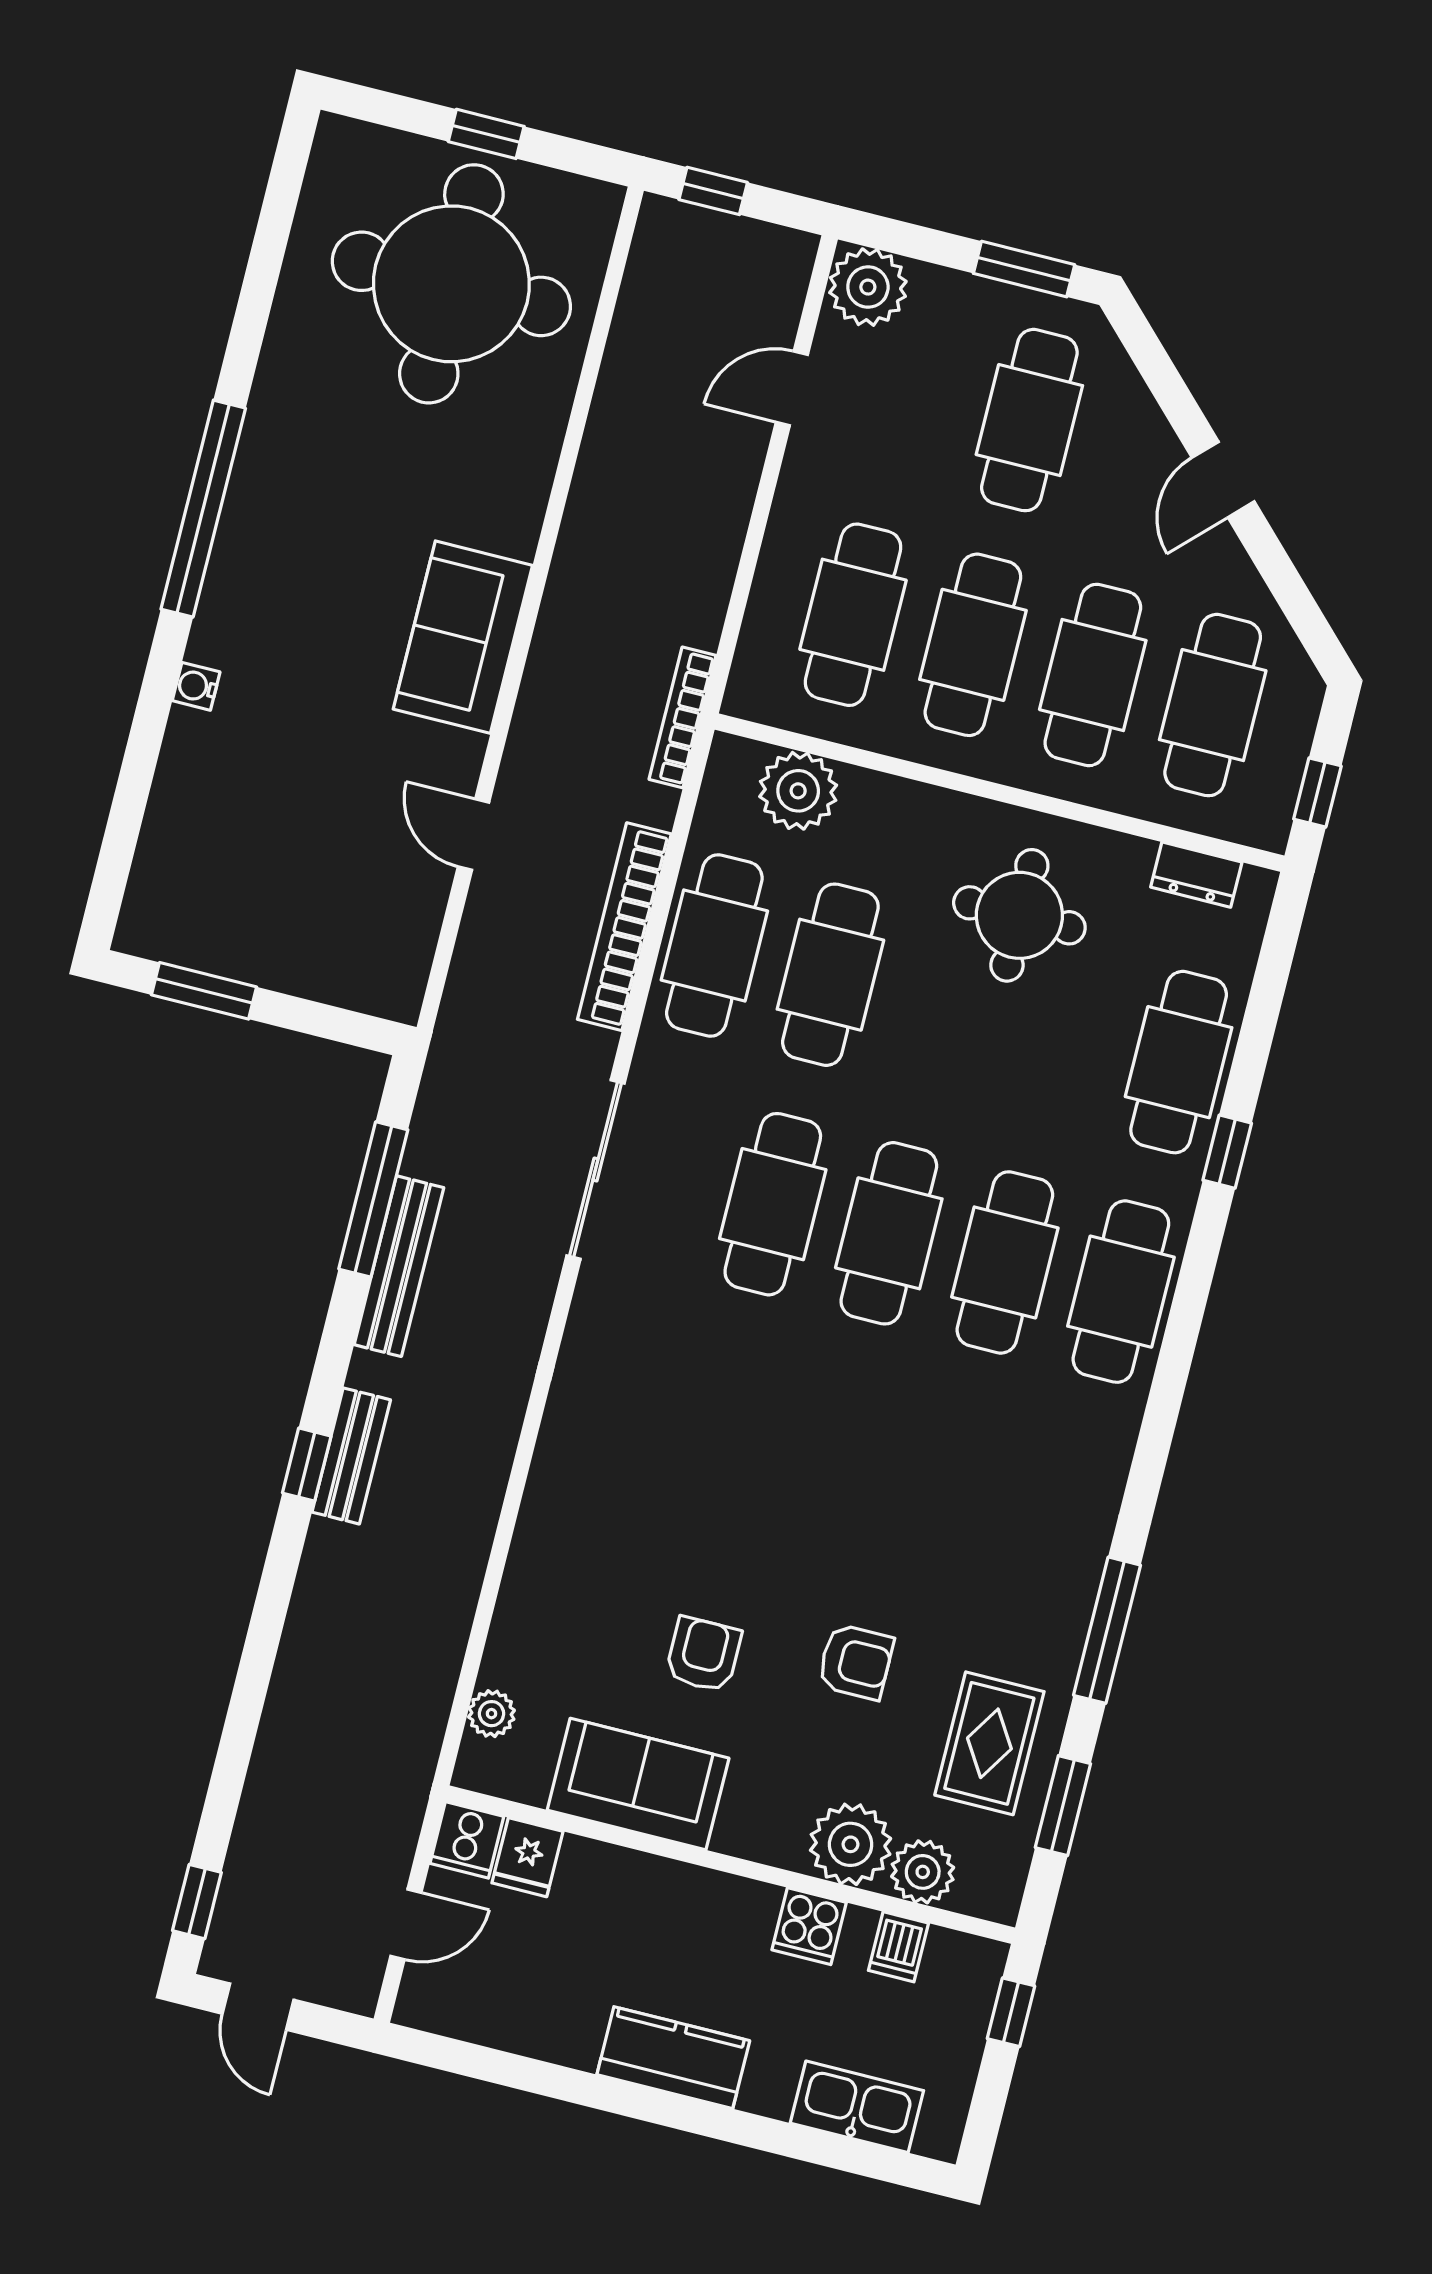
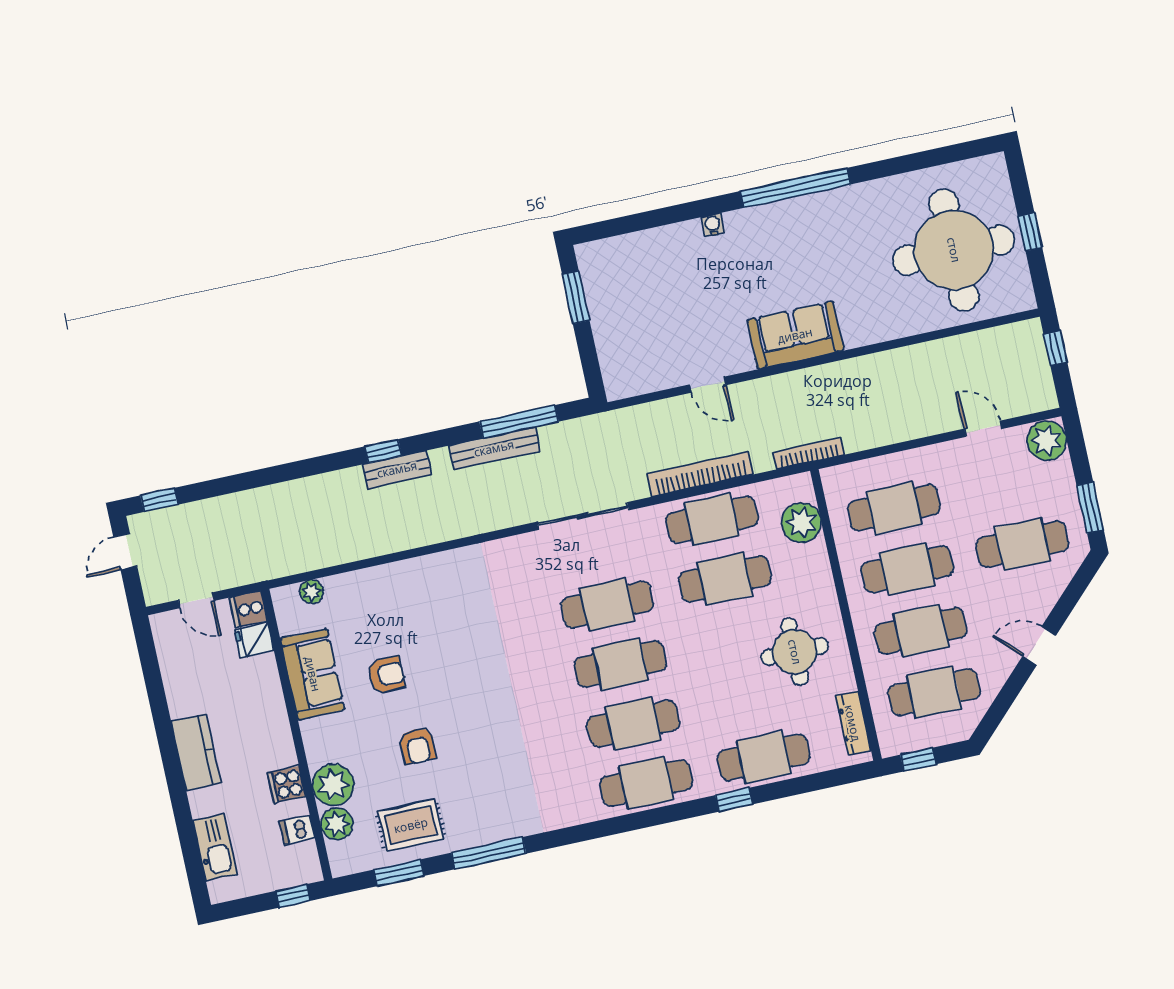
door: (474, 834) -> (708, 385), swing flipped
dresser: (1196, 875) -> (853, 723), width x1.44

